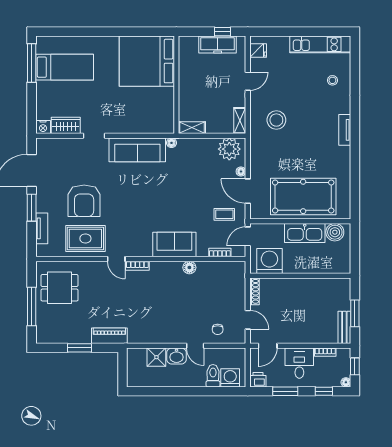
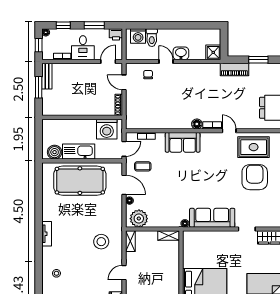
floor lamp: (189, 268) -> (197, 124), moved
shower: (156, 357) -> (213, 52), moved

